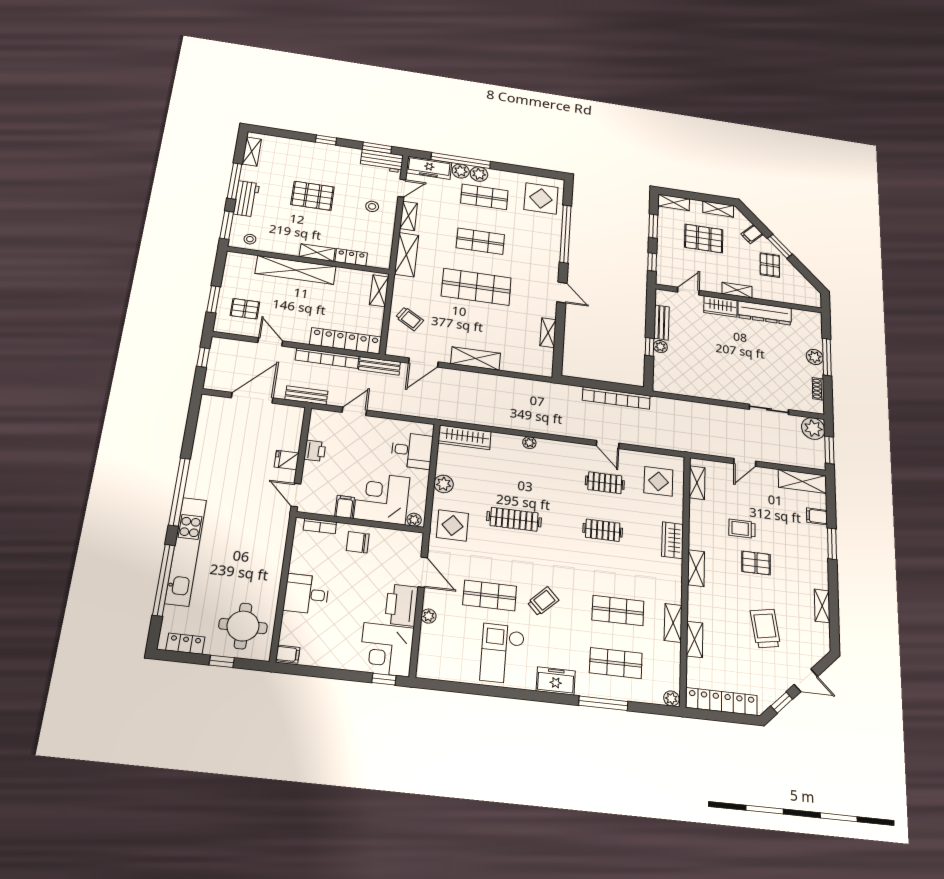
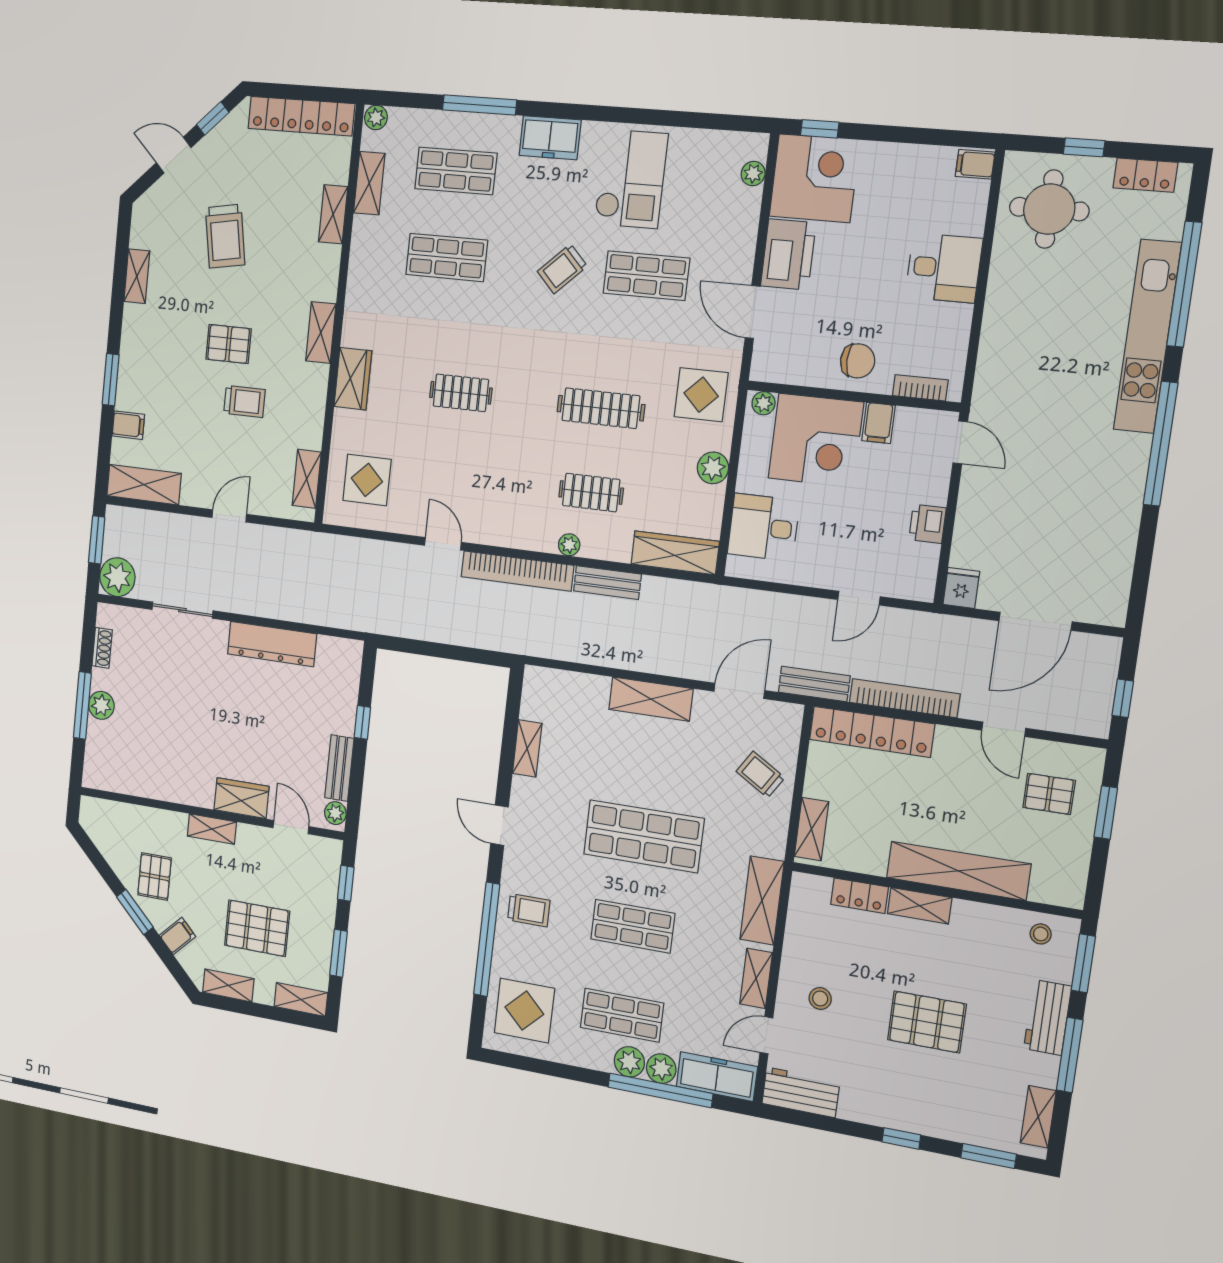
window: (377, 148) -> (989, 1156), moved
trolley: (542, 249) -> (529, 910), added
door: (688, 291) -> (291, 827), swing flipped
dresser: (765, 313) -> (272, 644), moved, turned 180
plant: (660, 347) -> (335, 813), moved
bench: (306, 395) -> (607, 583), moved
bookcase: (616, 398) -> (517, 571), moved, turned 180
fridge: (287, 460) -> (961, 588), moved, turned -90
clothes rail: (605, 483) -> (591, 493), moved
plant: (429, 616) -> (753, 174), moved
shelving: (673, 623) -> (369, 183), moved

